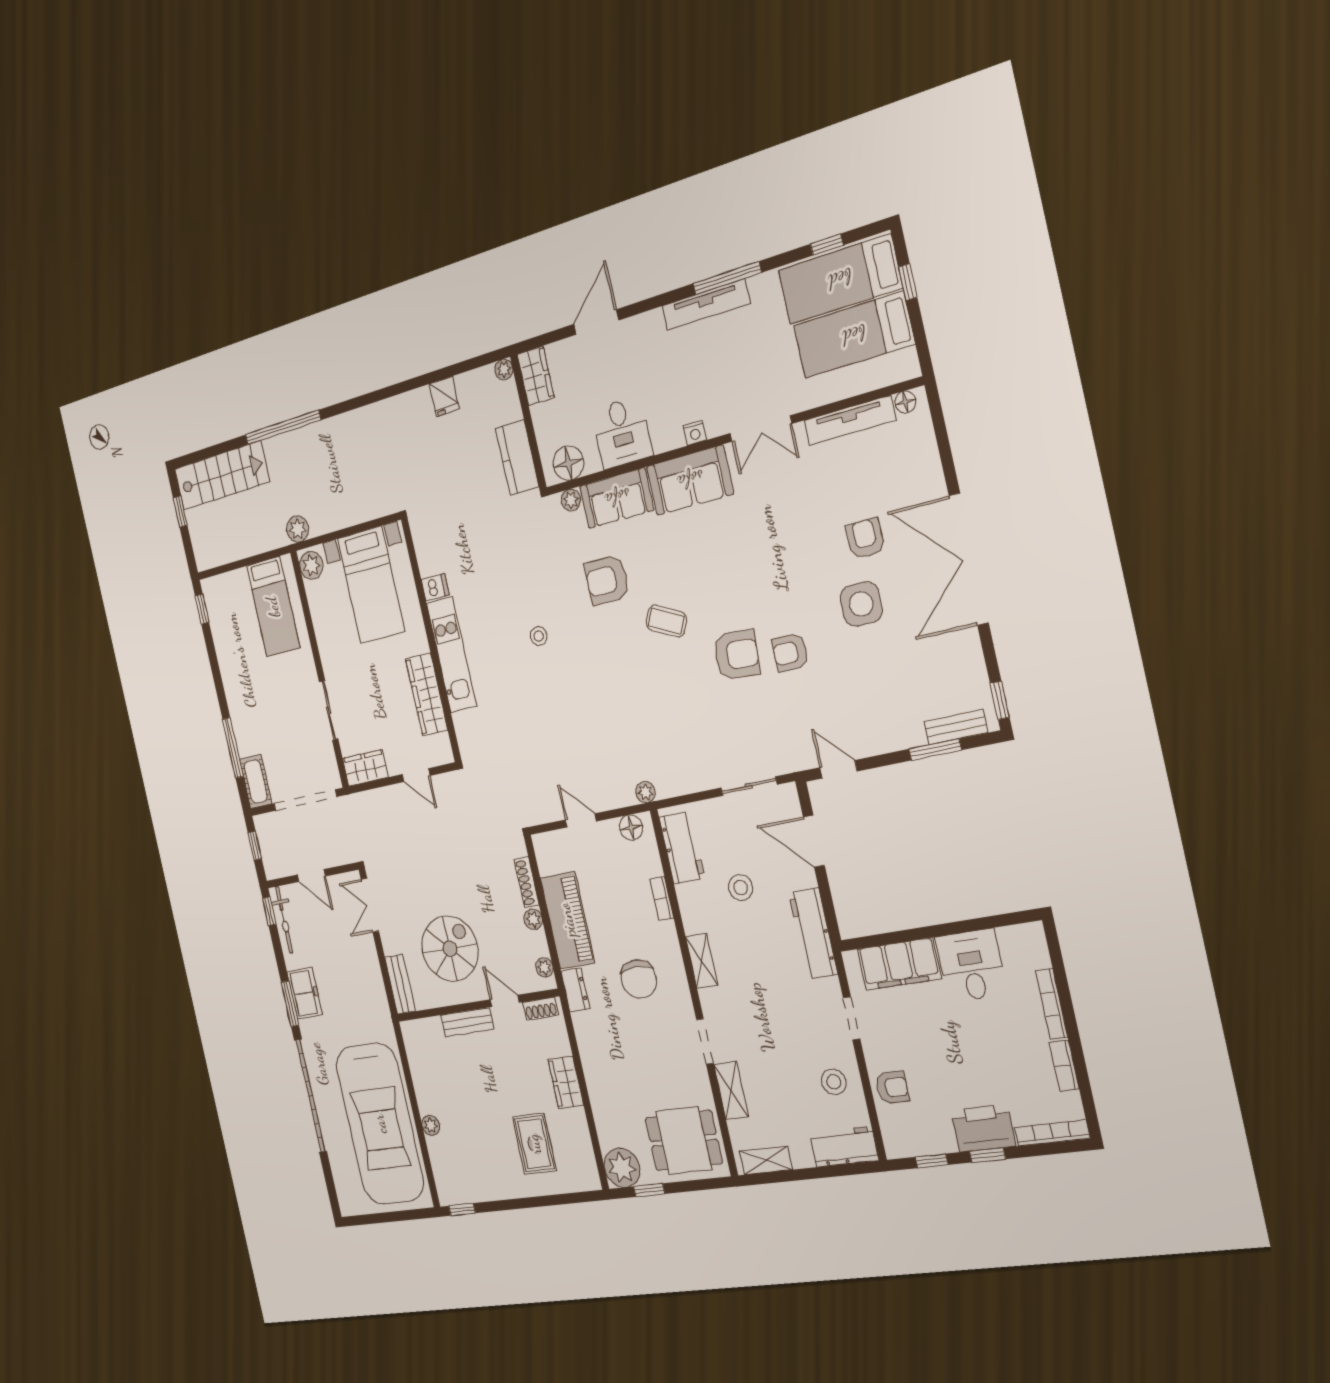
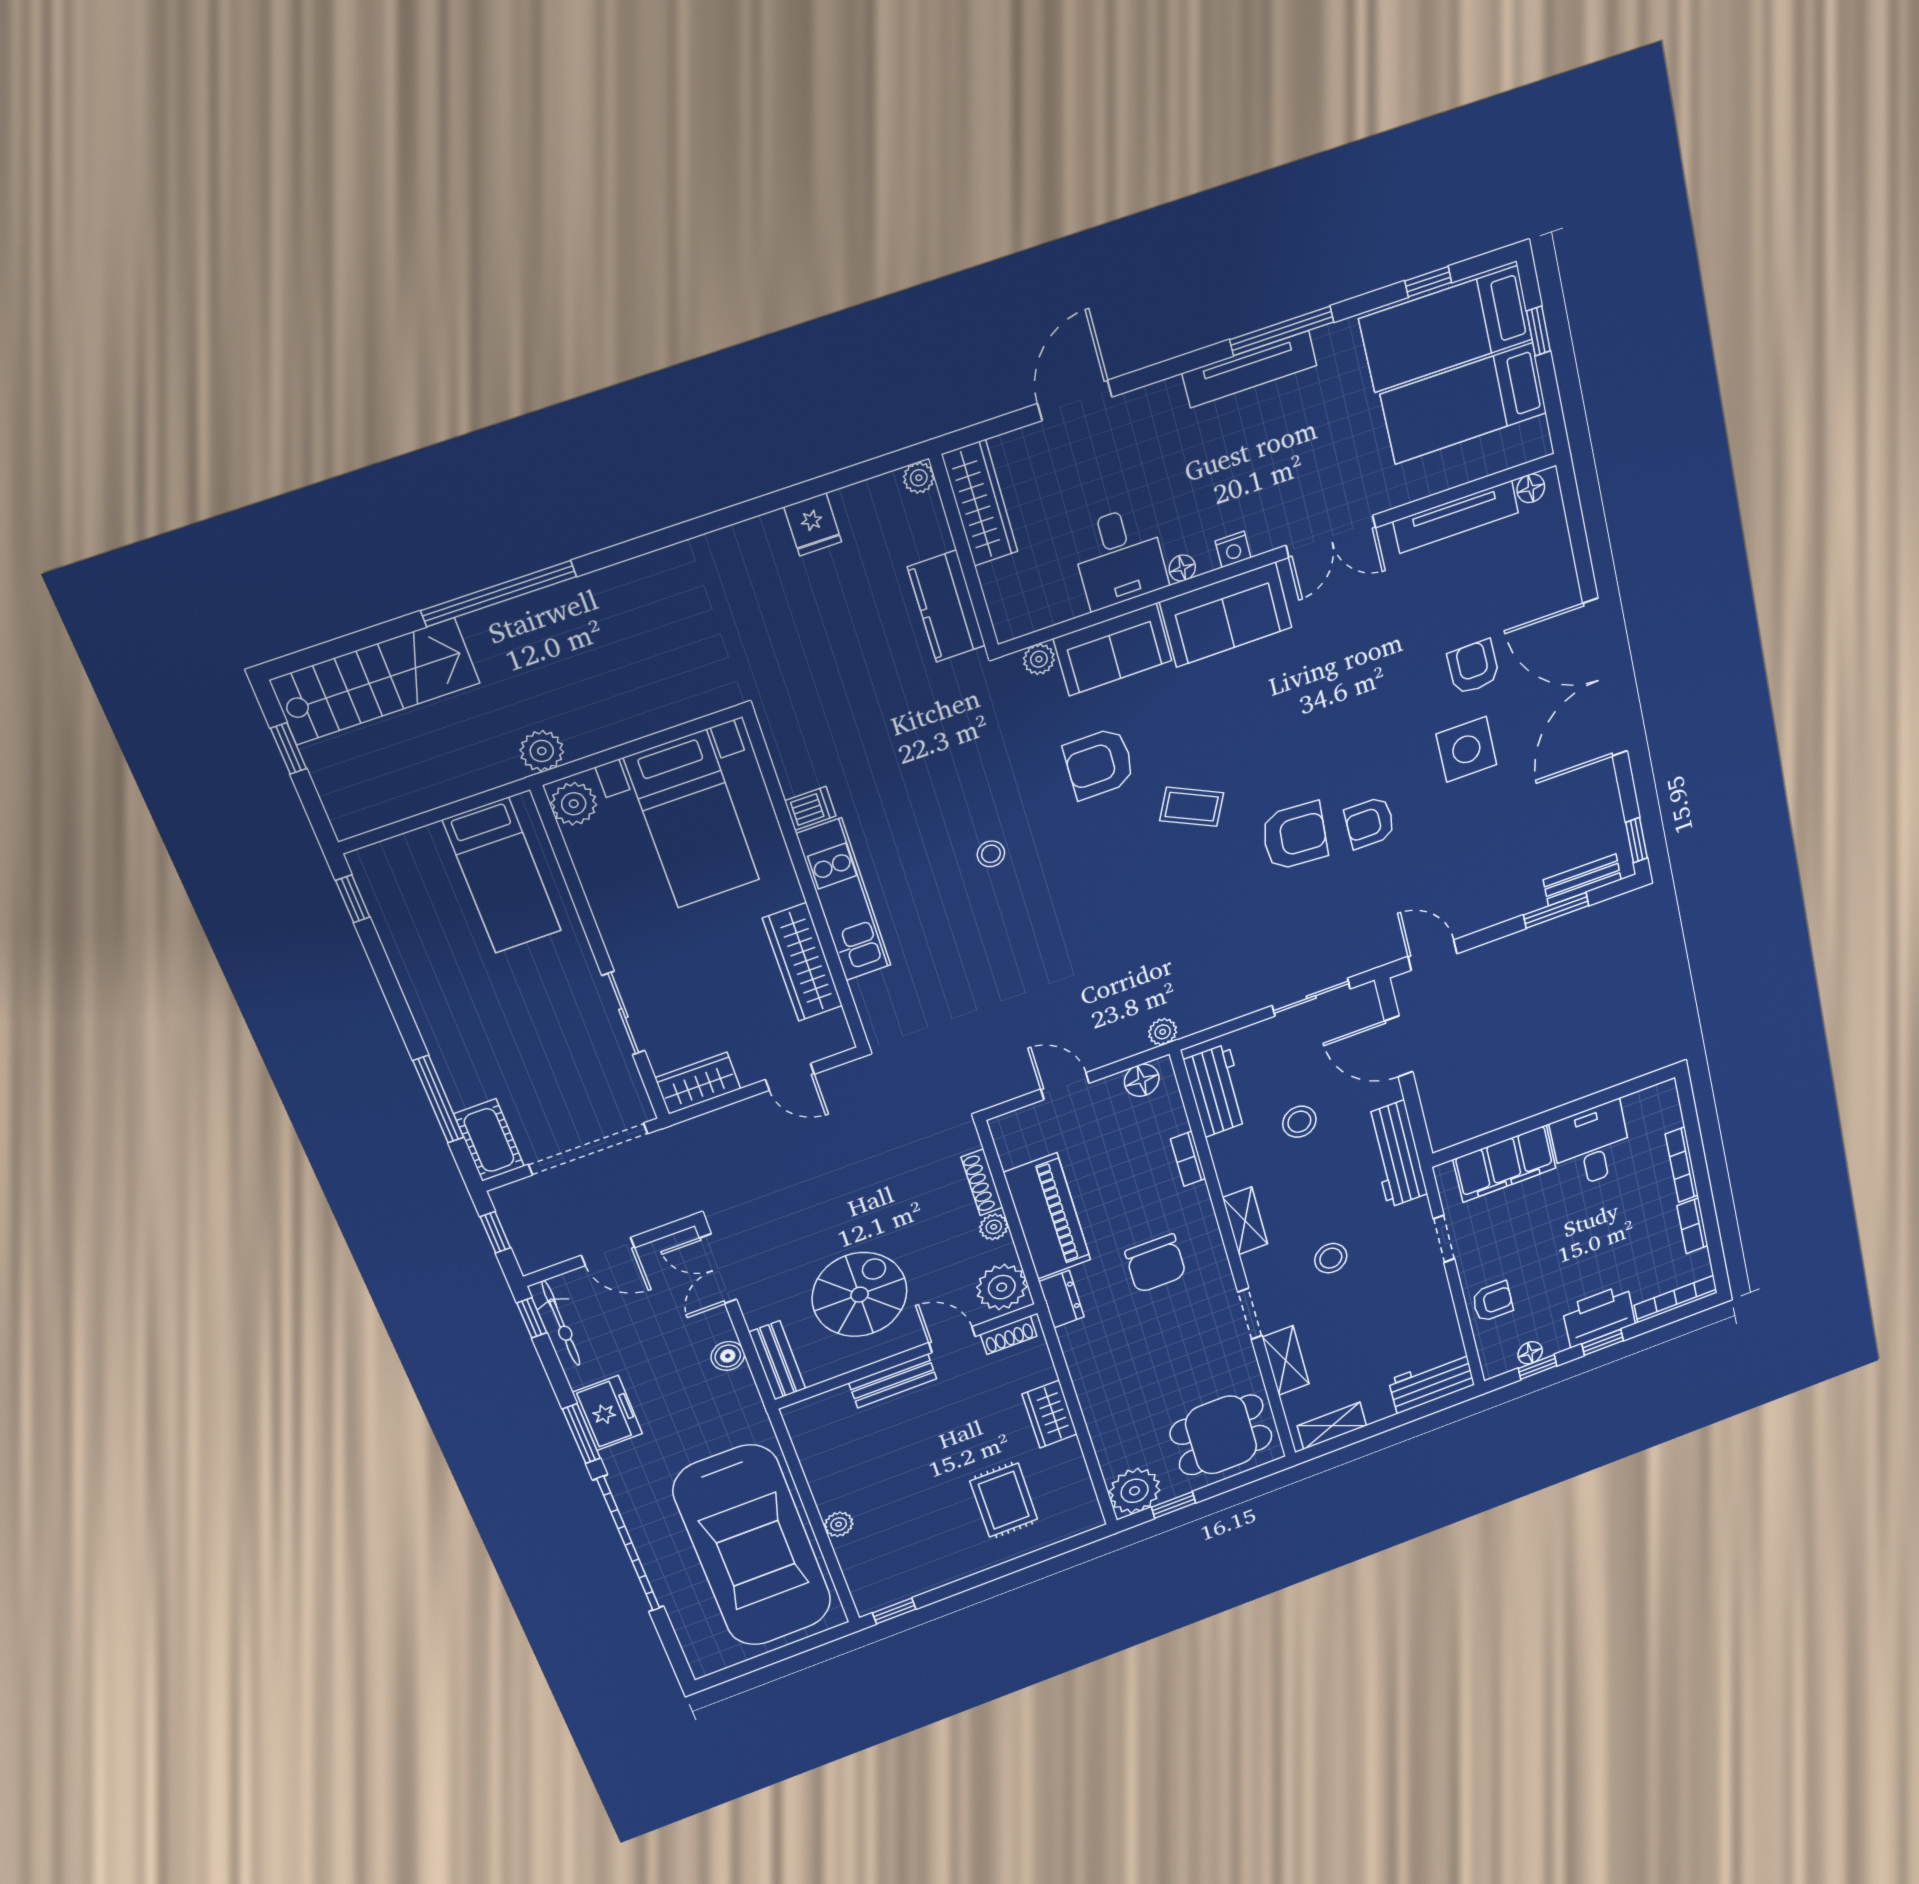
wardrobe: (536, 376) -> (980, 503), width x1.50
floor lamp: (568, 463) -> (1182, 568), moved, width x0.53, depth x0.53
plant: (544, 967) -> (1002, 1287), width x1.88, depth x1.88
boiler: (372, 972) -> (728, 1356), added
stool: (834, 1082) -> (1331, 1258), moved
floor lamp: (925, 1145) -> (1530, 1353), added

